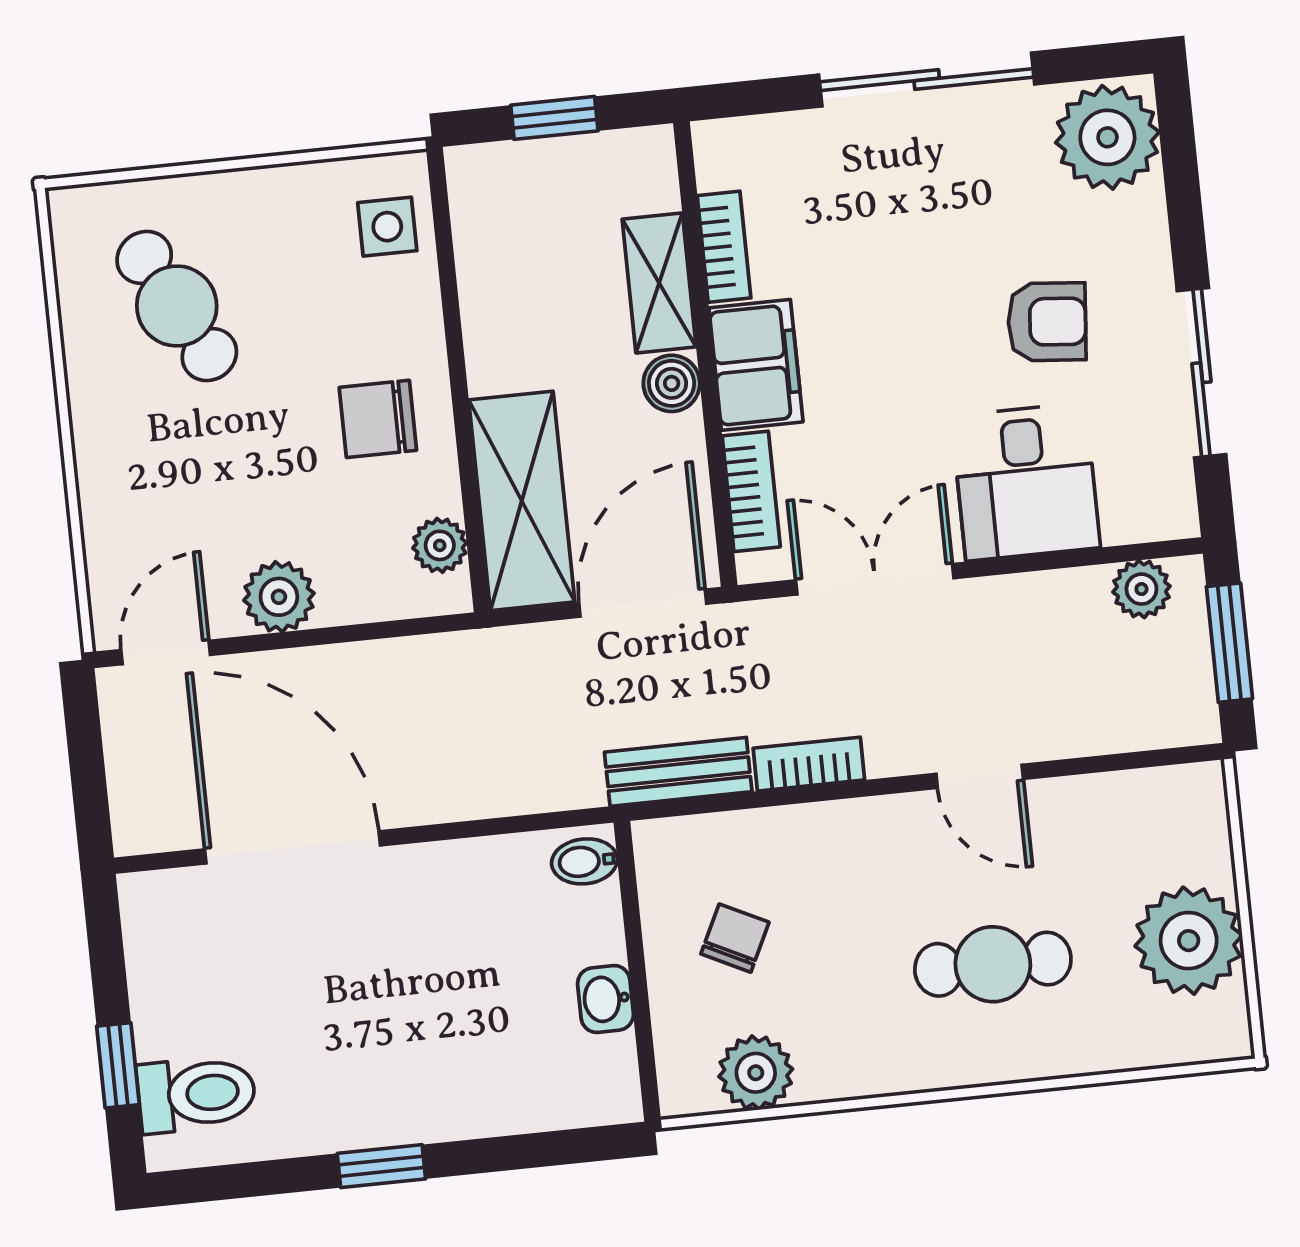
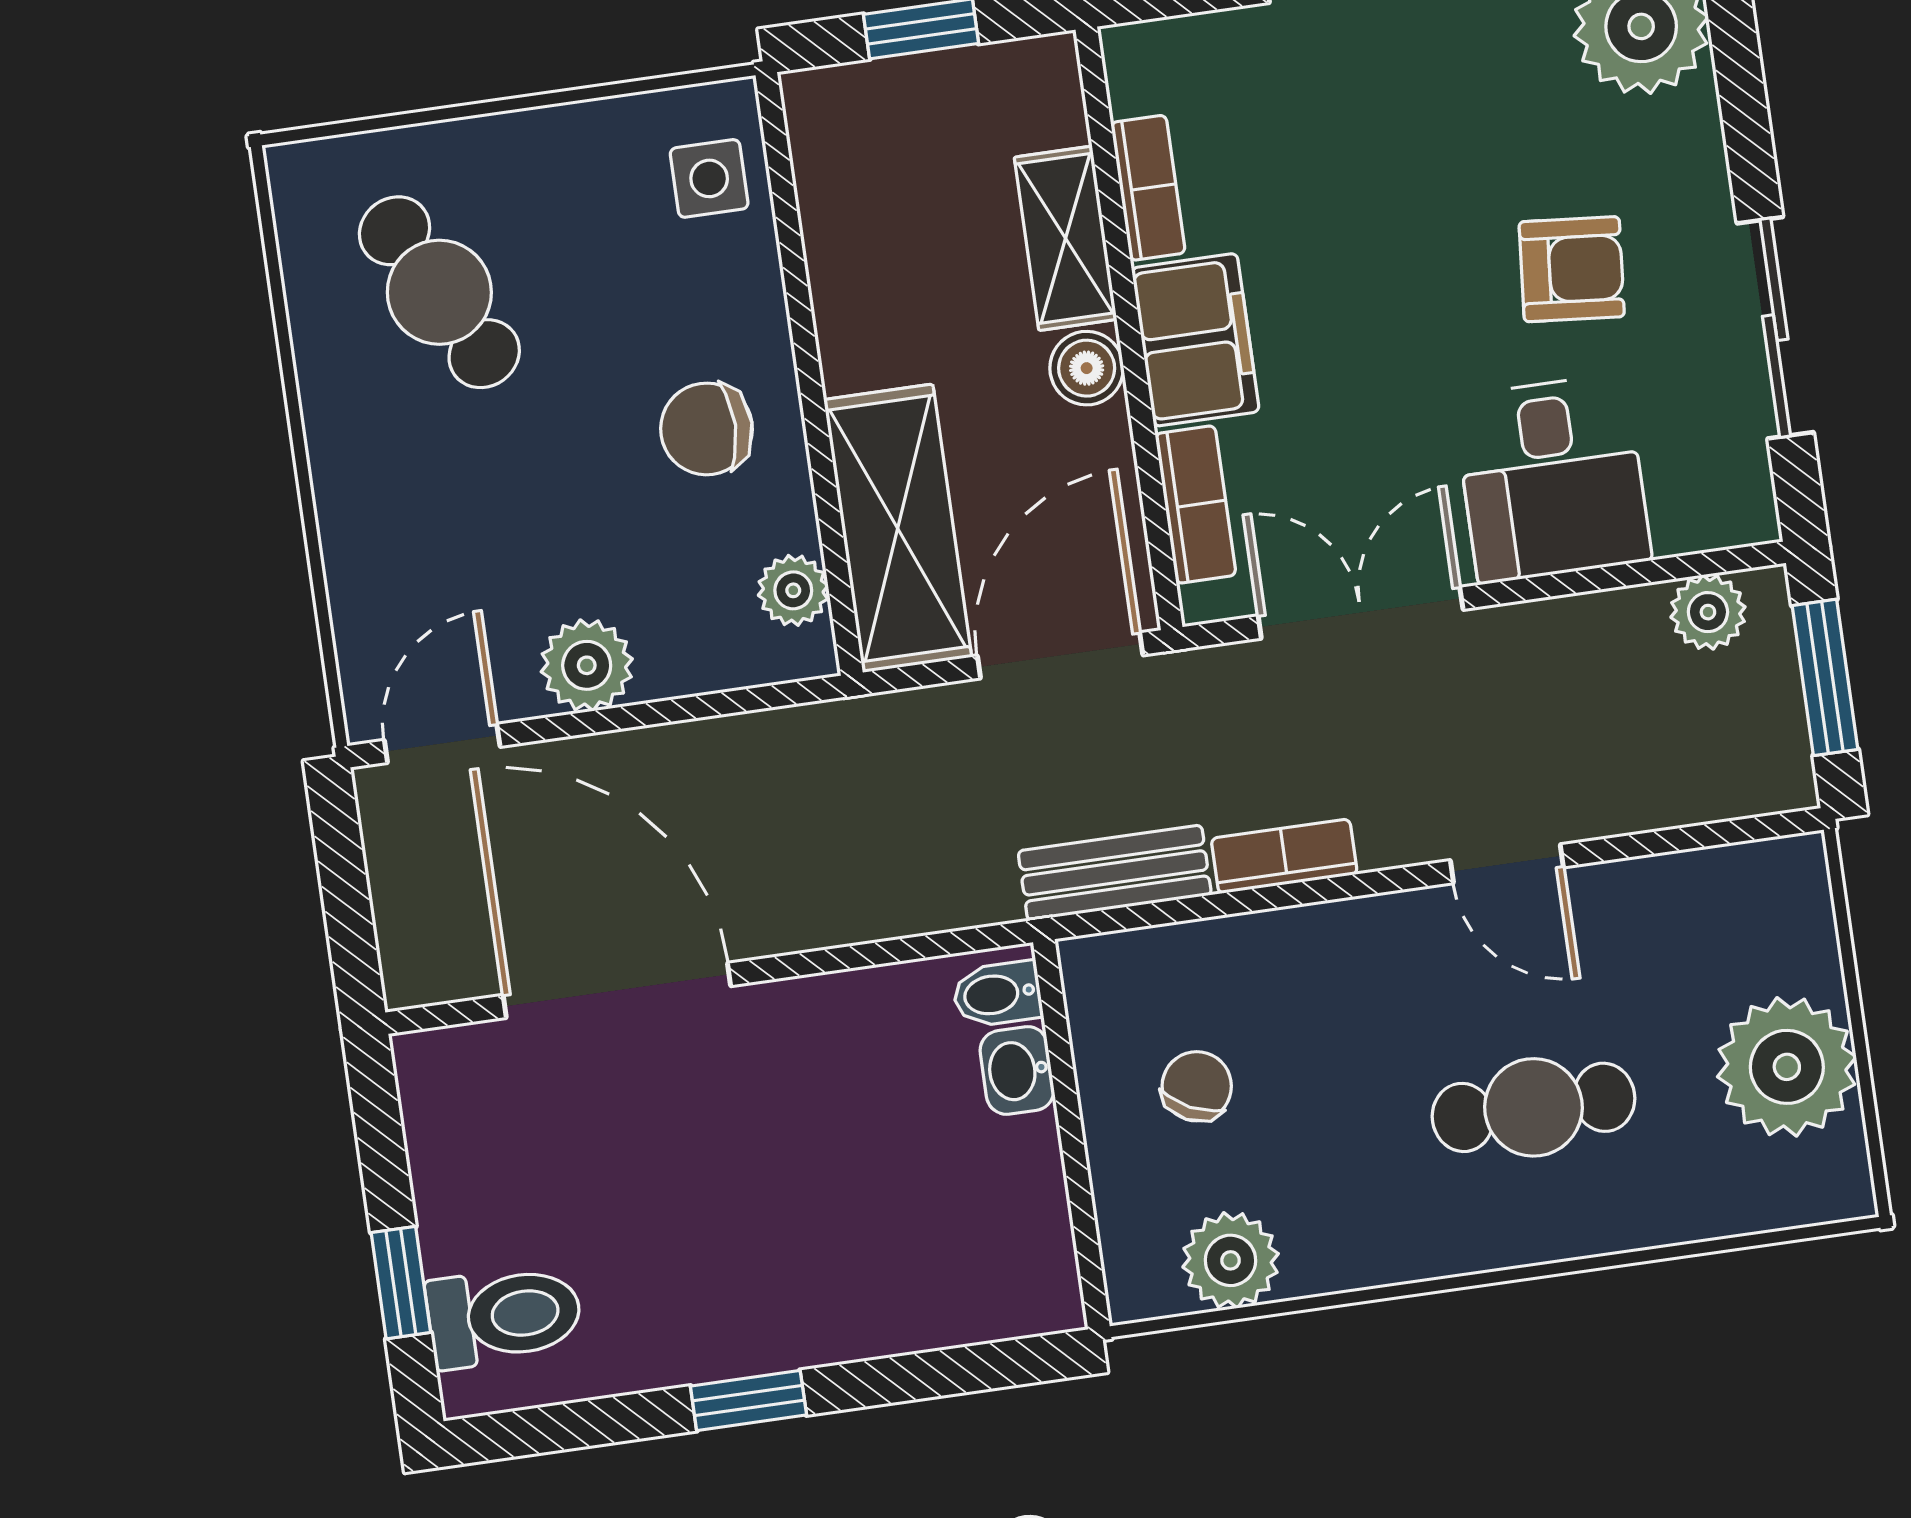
washbasin: (606, 999) -> (1017, 1070), moved

